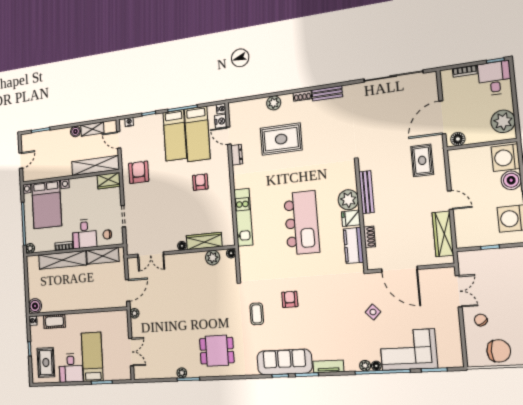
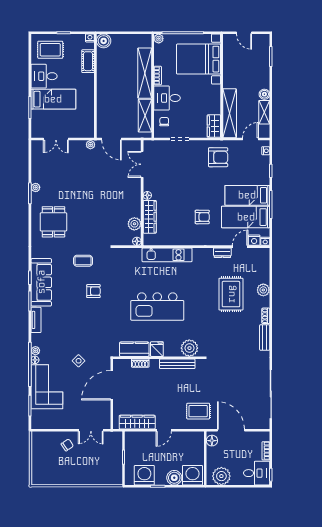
plant: (348, 200) -> (189, 348), moved
chair: (499, 351) -> (43, 456), removed

